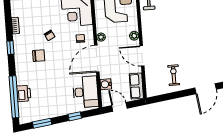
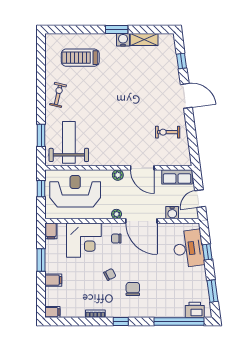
door: (142, 56) -> (142, 168), hinge flipped
desk: (86, 92) -> (188, 249), moved, turned 82
printer: (24, 93) -> (195, 310), moved

